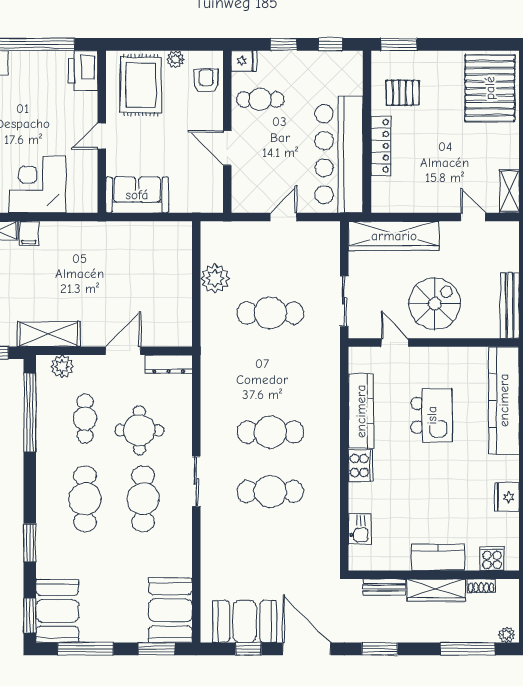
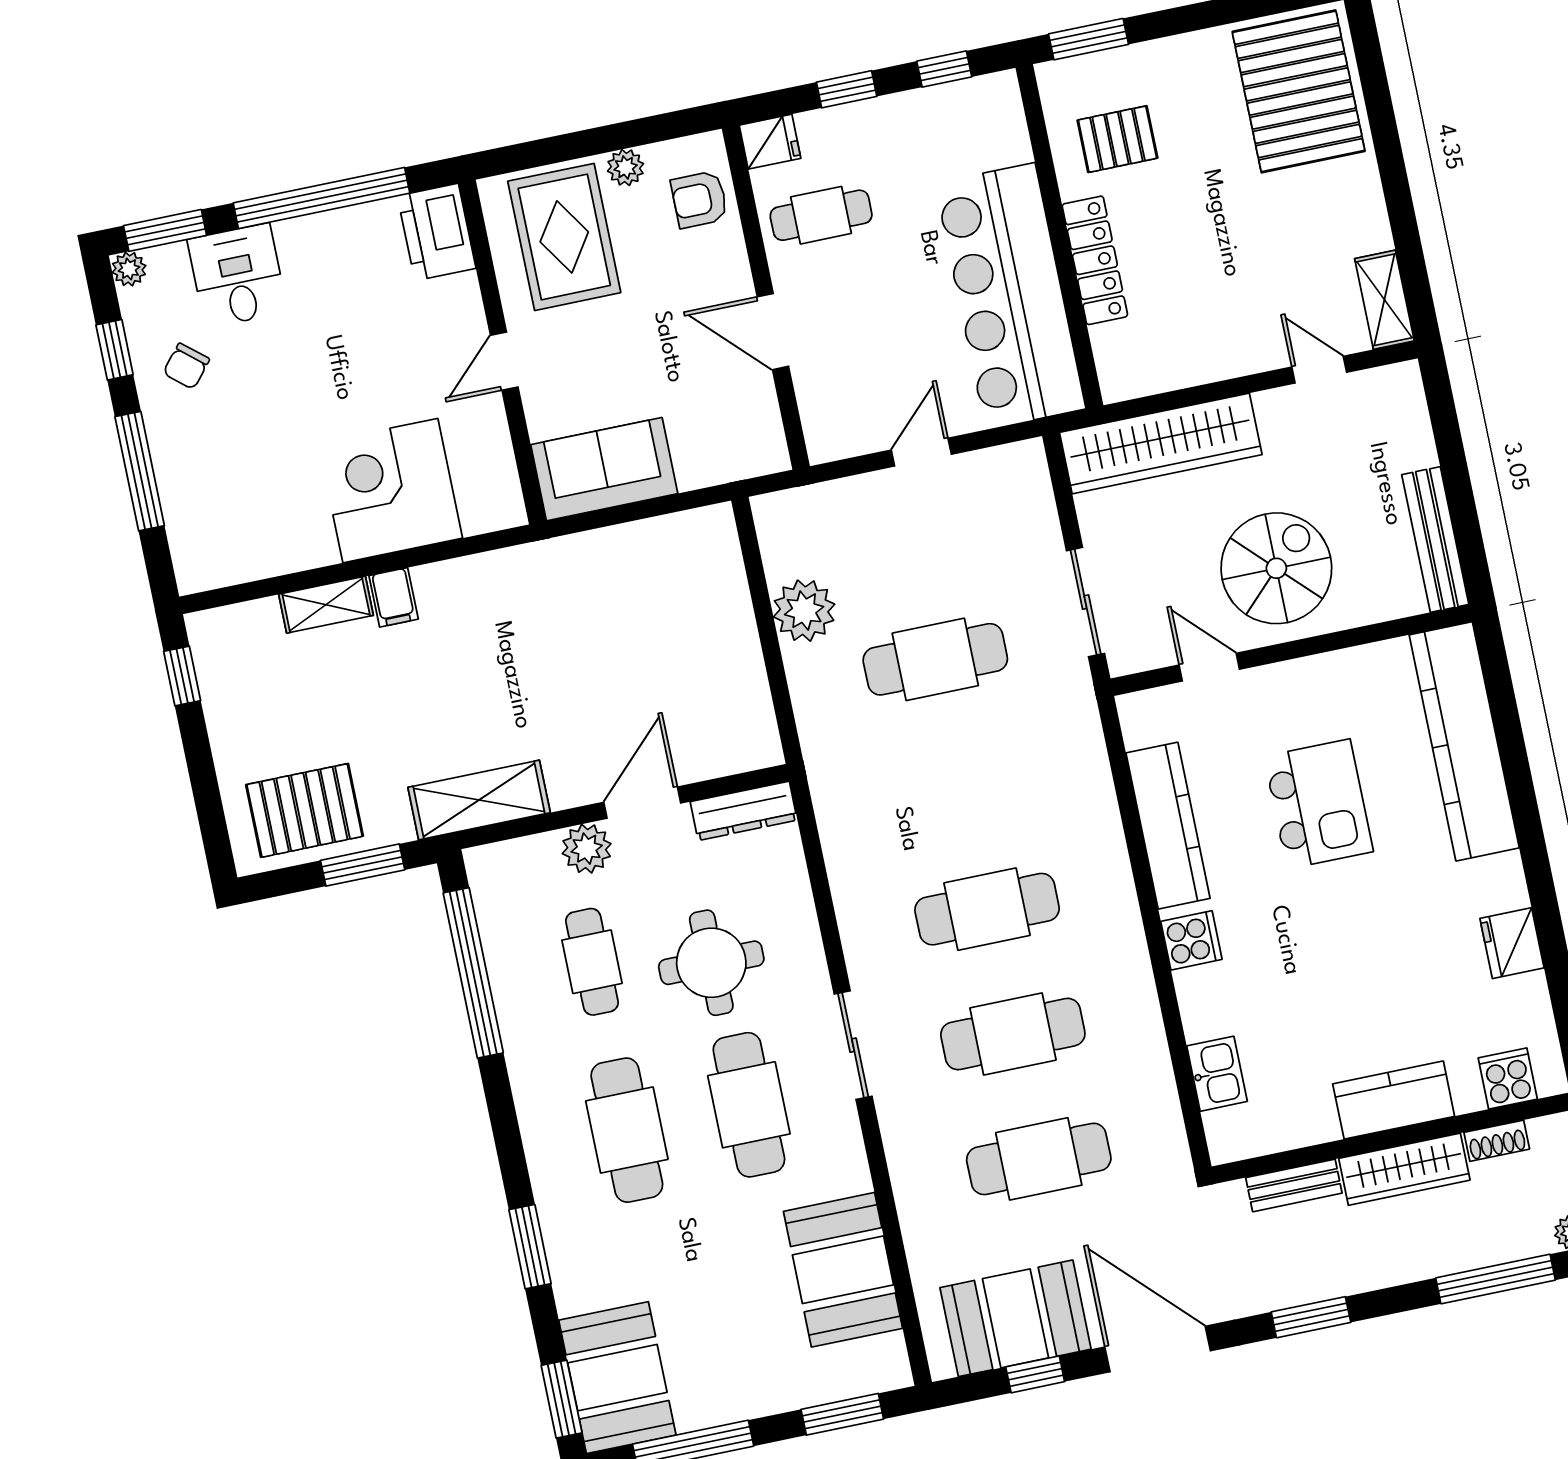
armchair: (206, 81) -> (699, 199), turned -90
plant: (62, 366) -> (587, 849), moved
cooker: (361, 466) -> (1191, 940), width x0.73
cafe table: (270, 551) -> (1039, 1159), added
booth: (170, 610) -> (843, 1270), moved

